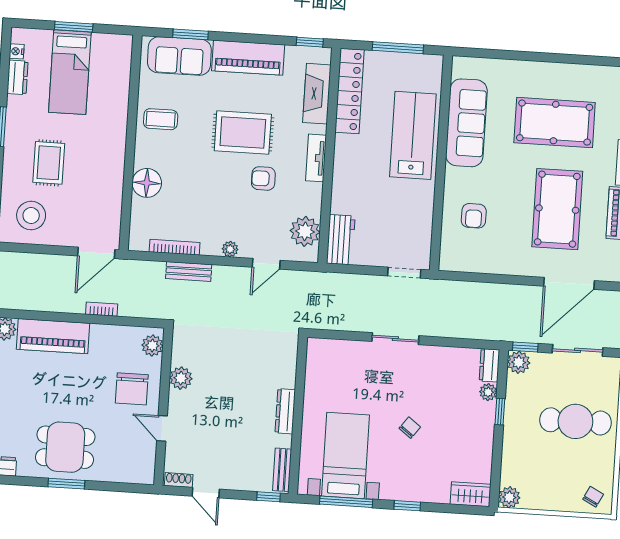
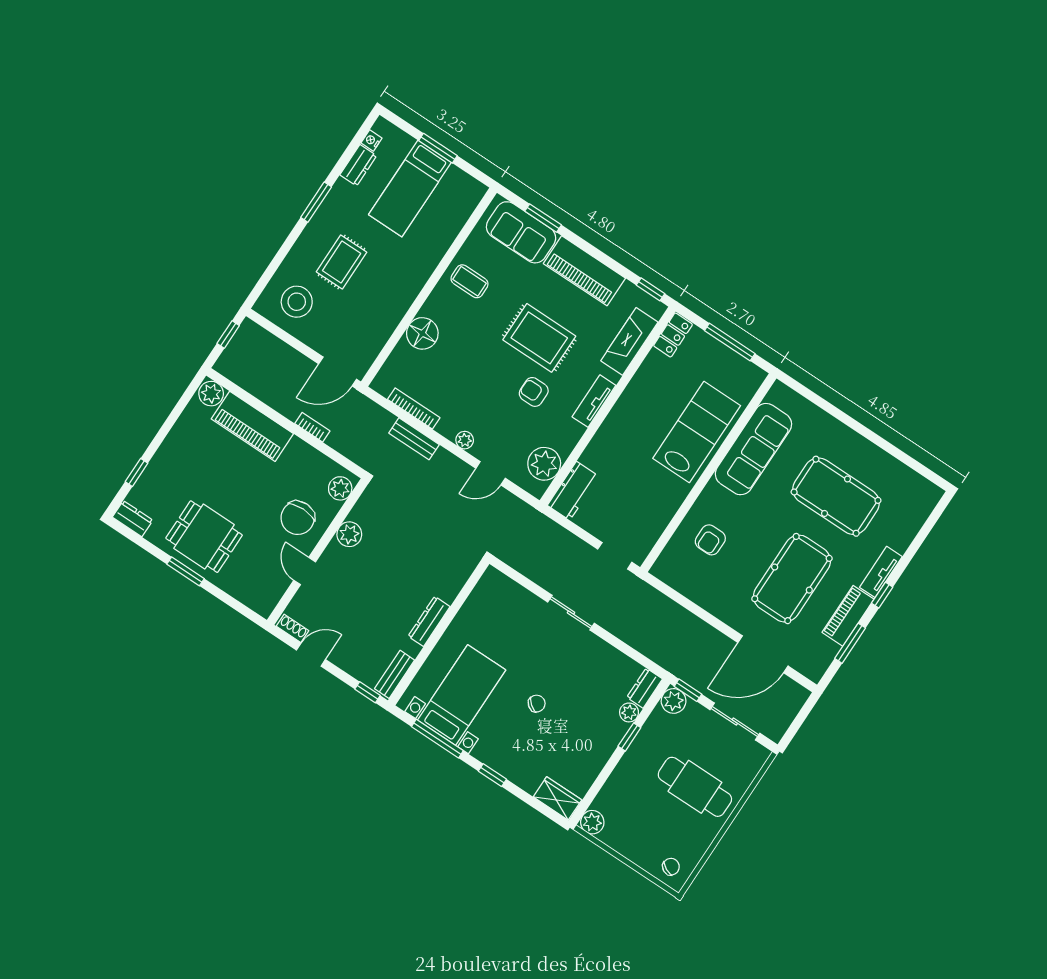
locker: (350, 91) -> (673, 335), width x0.46, depth x0.83
door: (206, 493) -> (311, 655), swing flipped

